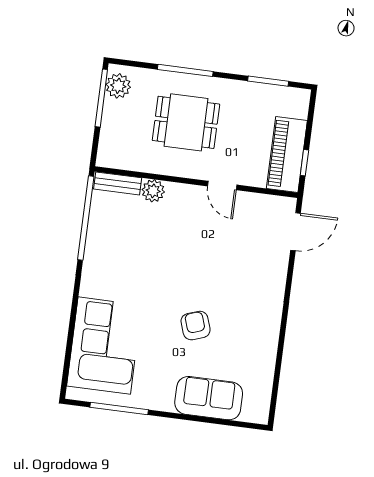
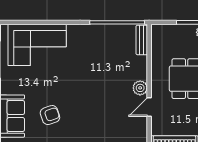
plant: (153, 191) -> (140, 88), moved
armchair: (196, 326) -> (50, 115), moved

